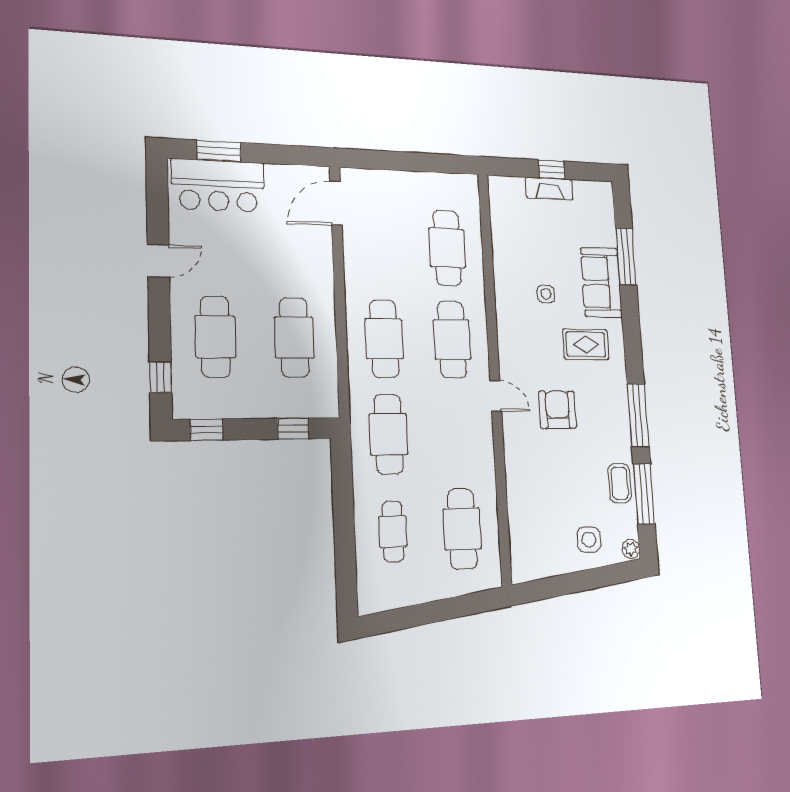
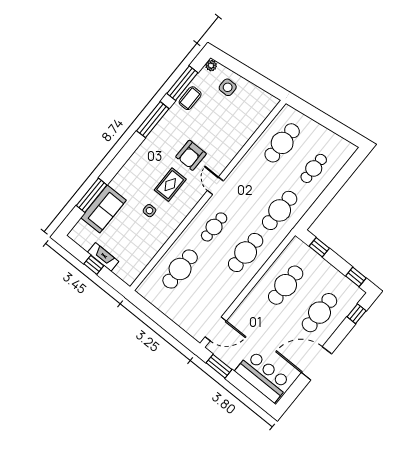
window: (219, 151) -> (219, 366), moved
door: (158, 261) -> (317, 363), width x1.88
sofa: (601, 282) -> (103, 209), moved
cafe table: (452, 339) -> (214, 227), width x0.73, depth x0.74
rug: (586, 344) -> (170, 185), moved, turned 90

